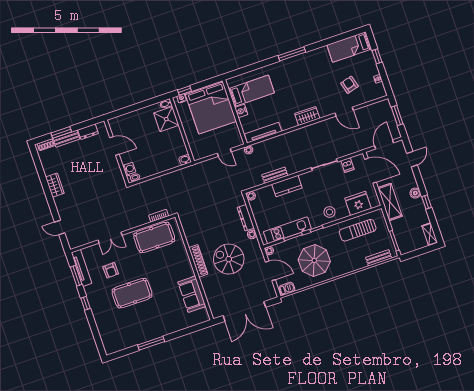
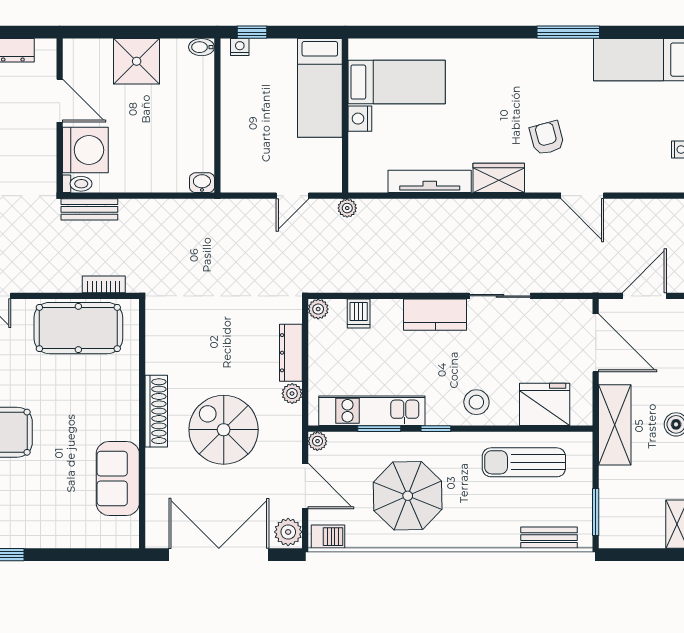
window: (292, 54) -> (568, 32), moved
armchair: (349, 85) -> (547, 138), moved
bed: (211, 107) -> (320, 88), width x0.49
shower: (166, 119) -> (137, 61), moved
tv unit: (263, 133) -> (430, 181), moved
door: (224, 152) -> (293, 196), hinge flipped
dishwasher: (347, 165) -> (359, 314), moved
washing machine: (129, 169) -> (85, 150), width x1.89, depth x1.89
bench: (275, 175) -> (89, 209), moved
kitchen counter: (287, 186) -> (435, 315), moved
plant: (270, 292) -> (288, 532), added
double door: (244, 311) -> (219, 555), swing flipped

